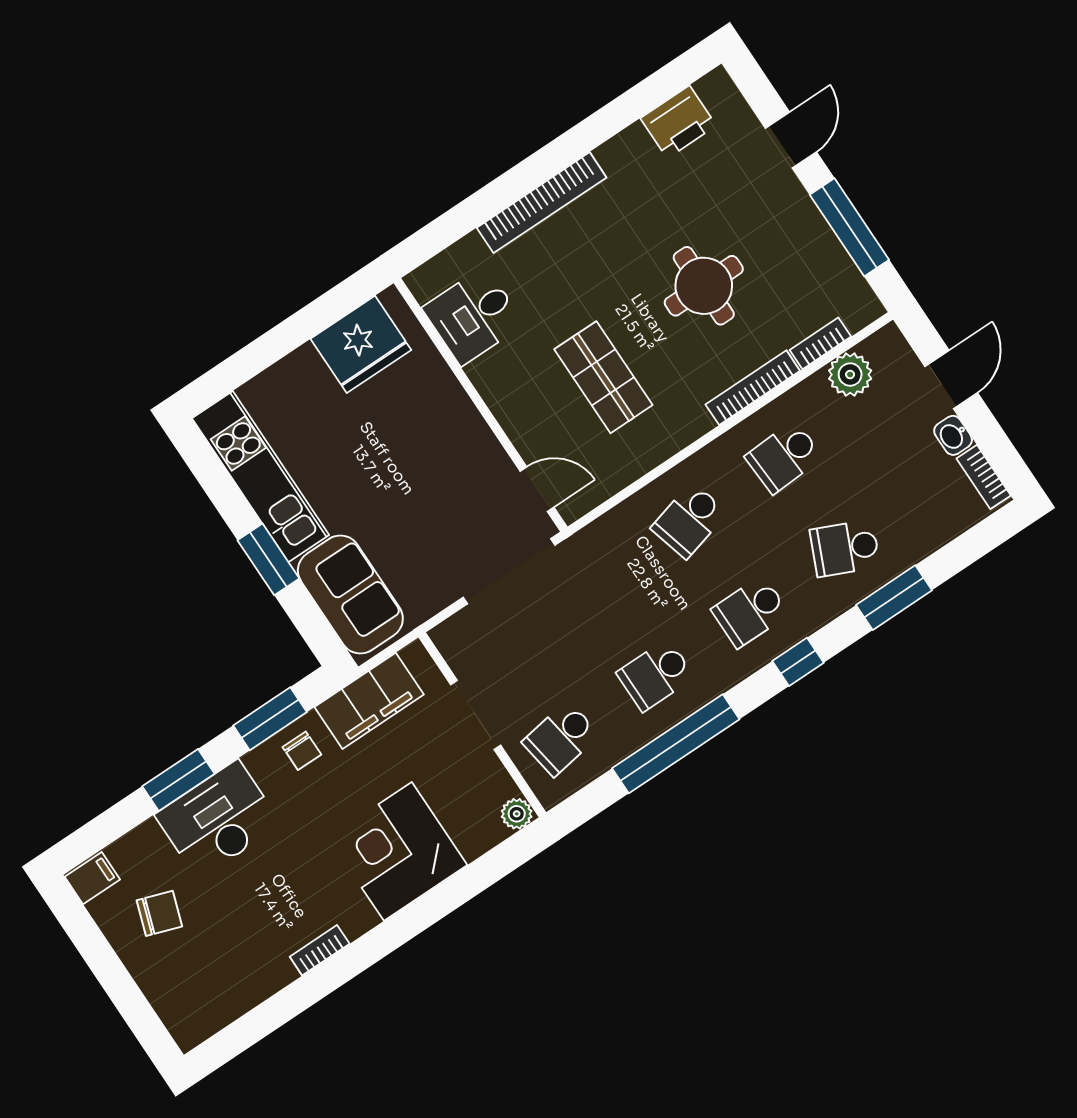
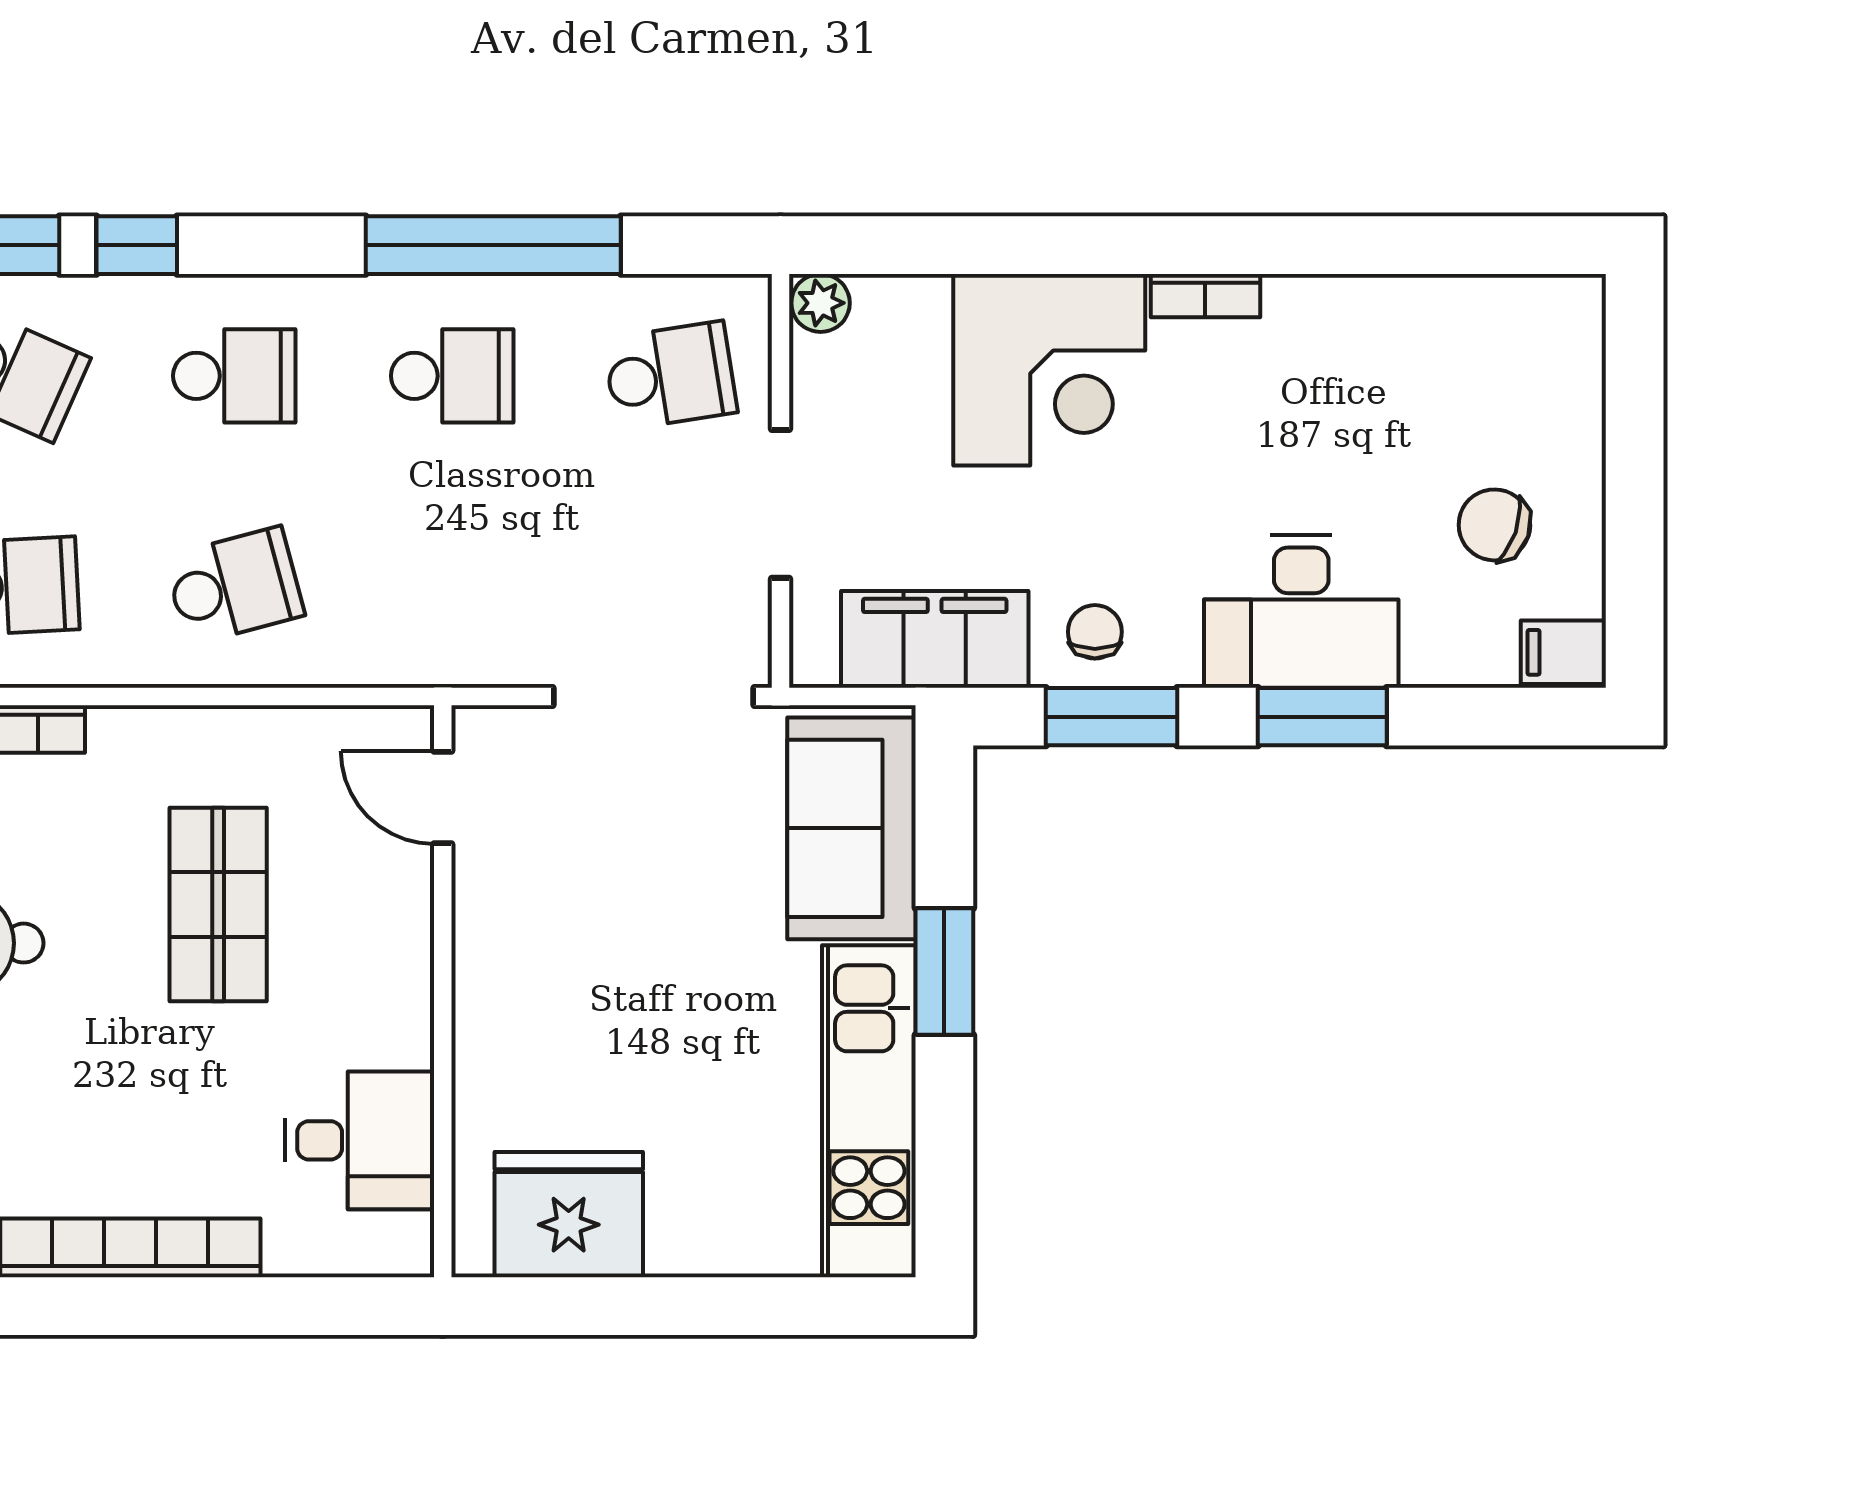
doorway: (509, 571) -> (653, 697), moved
window: (798, 662) -> (137, 245), moved
bookcase: (320, 950) -> (1205, 296), moved

